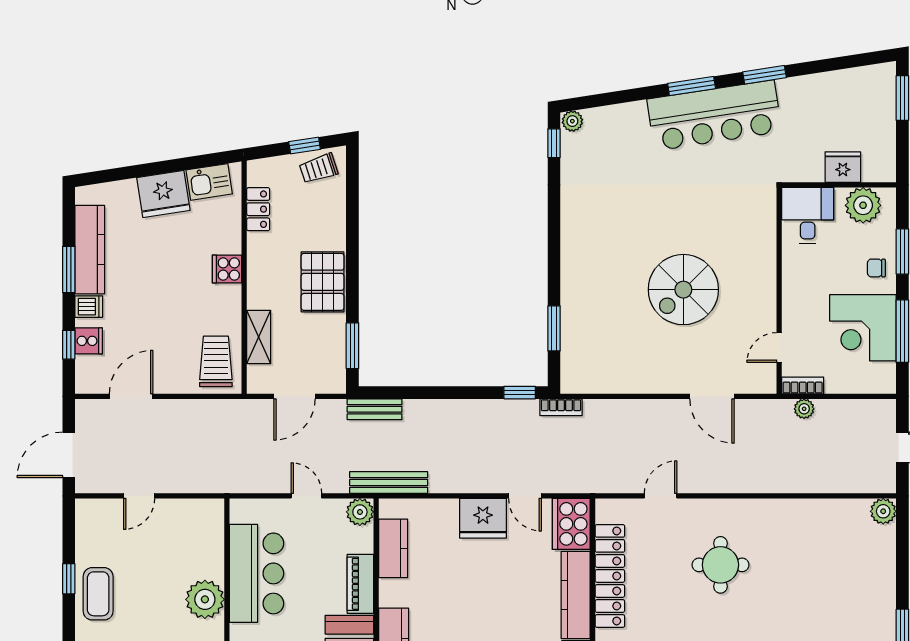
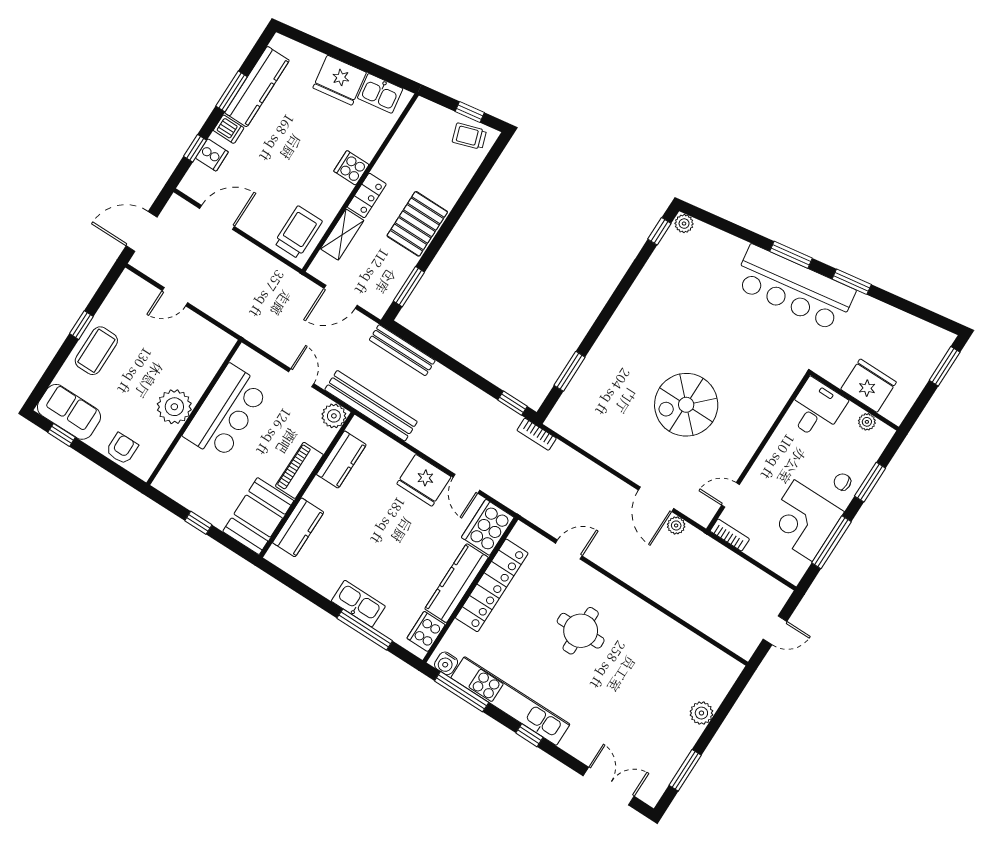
fridge: (843, 167) -> (869, 386), width x1.36, depth x1.34
plant: (863, 205) -> (867, 422), width x0.53, depth x0.53
locker: (258, 209) -> (367, 196), moved
bench: (375, 409) -> (402, 350), width x1.36
plant: (804, 409) -> (676, 525), moved
bench: (389, 482) -> (371, 406), width x1.37, depth x1.21
plant: (883, 511) -> (701, 713), moved

